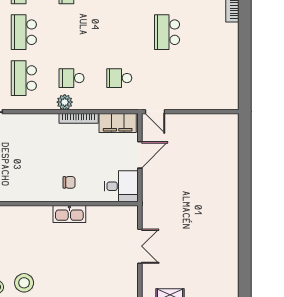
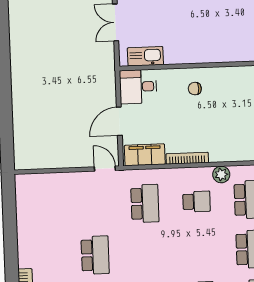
school desk: (119, 78) -> (145, 203), width x1.85
plant: (65, 102) -> (221, 175), moved
kitchen sink: (69, 214) -> (145, 56), moved

